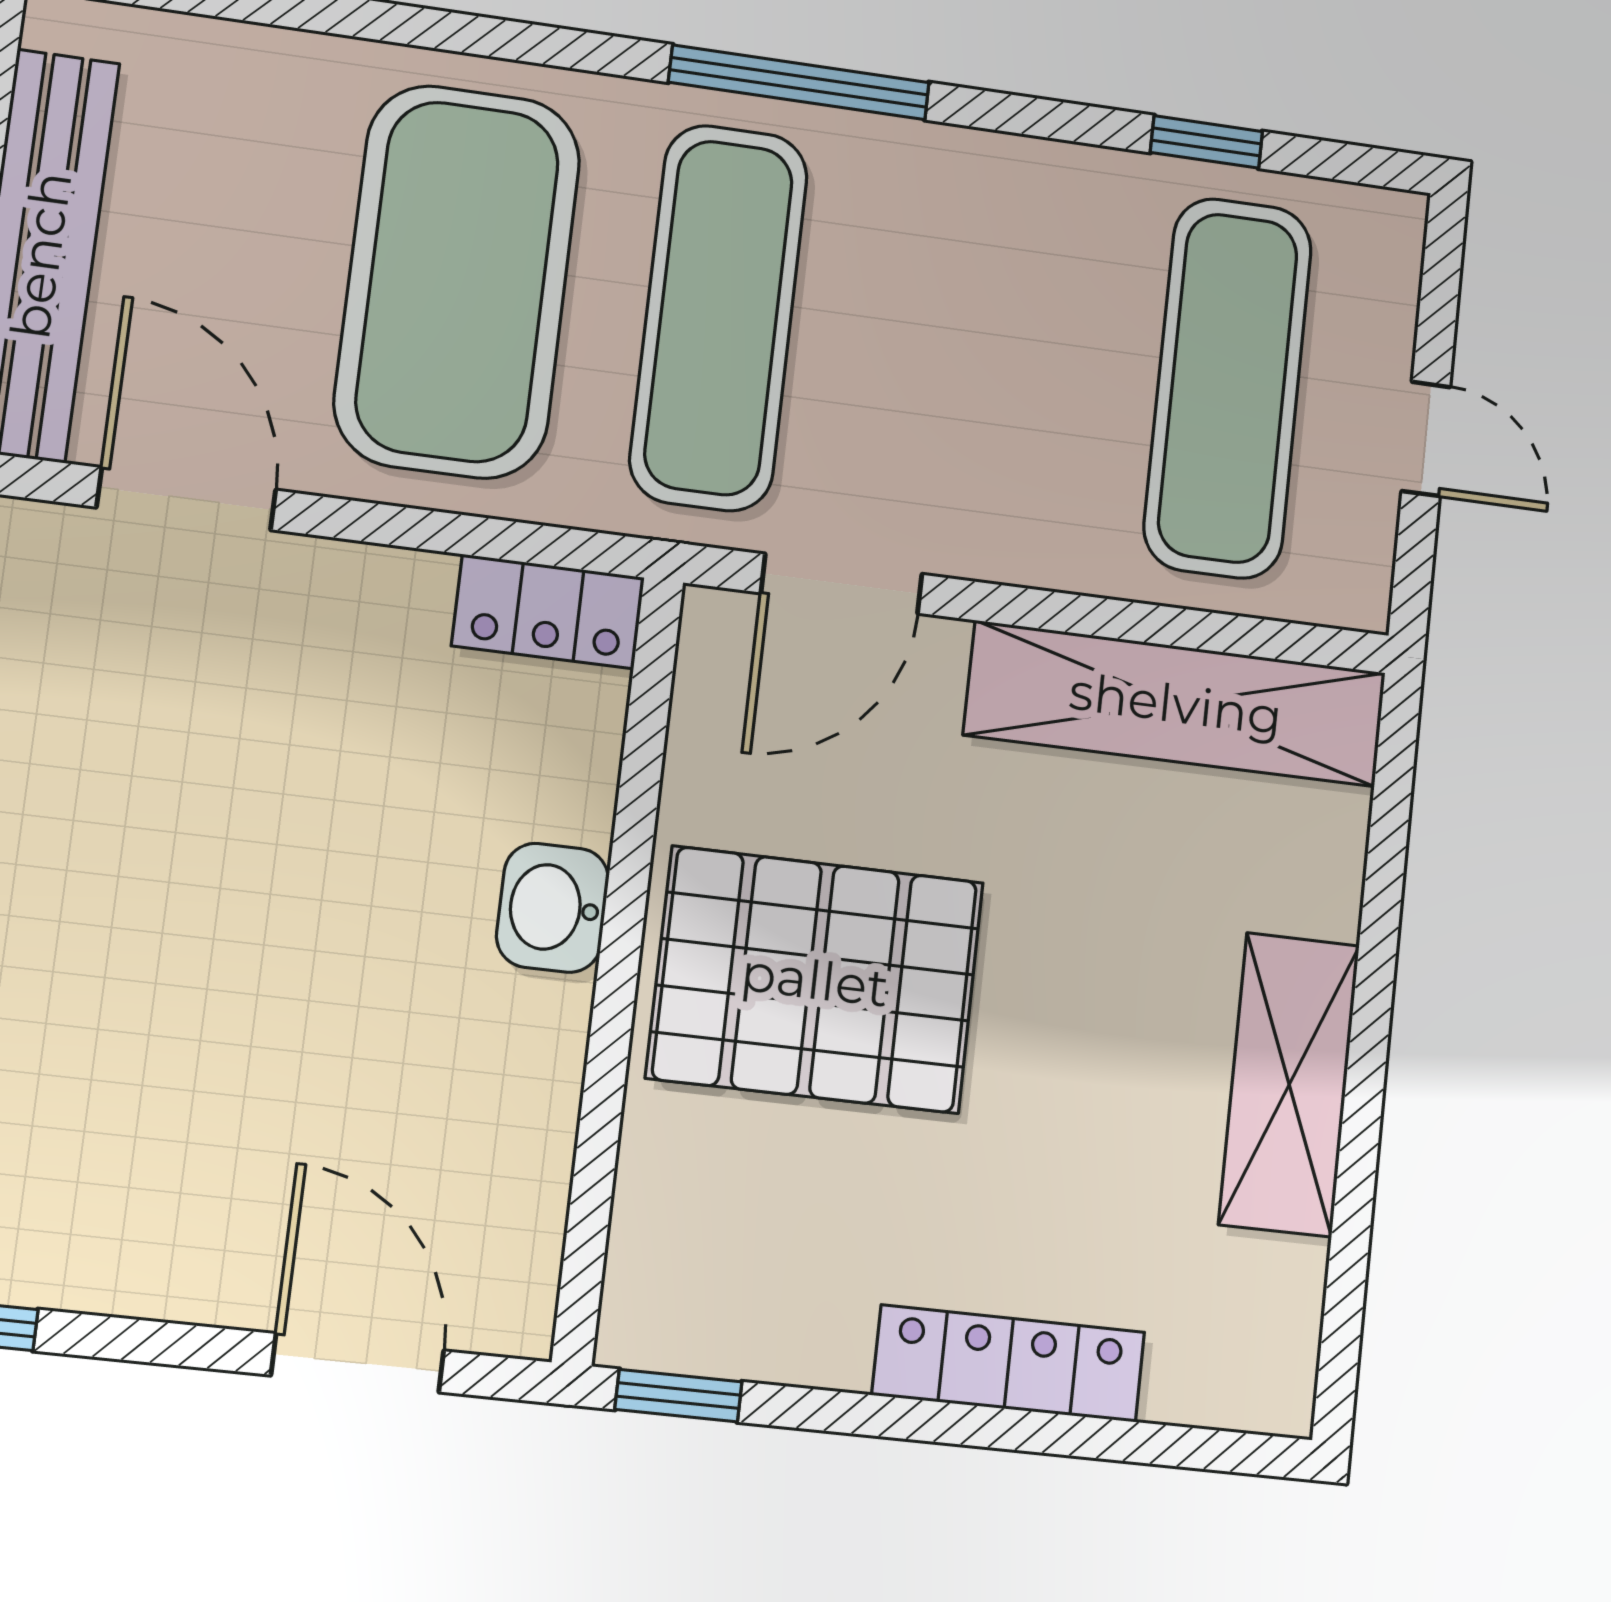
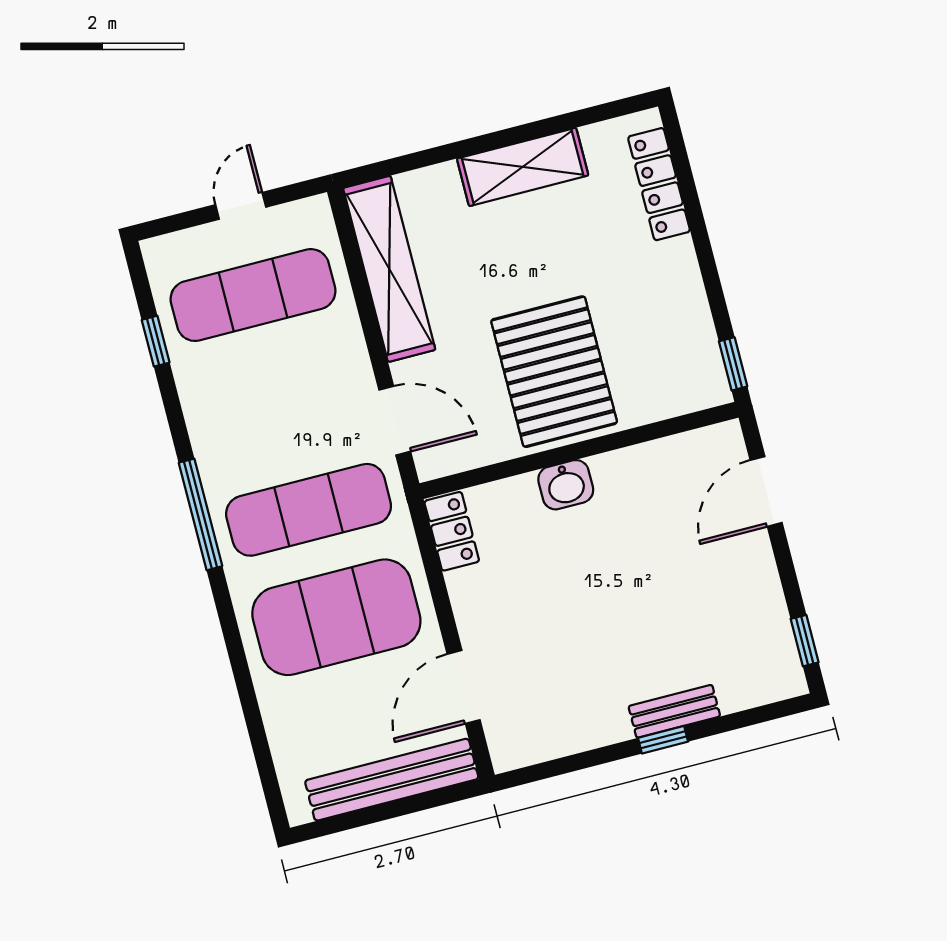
locker: (1009, 1364) -> (659, 184), moved

